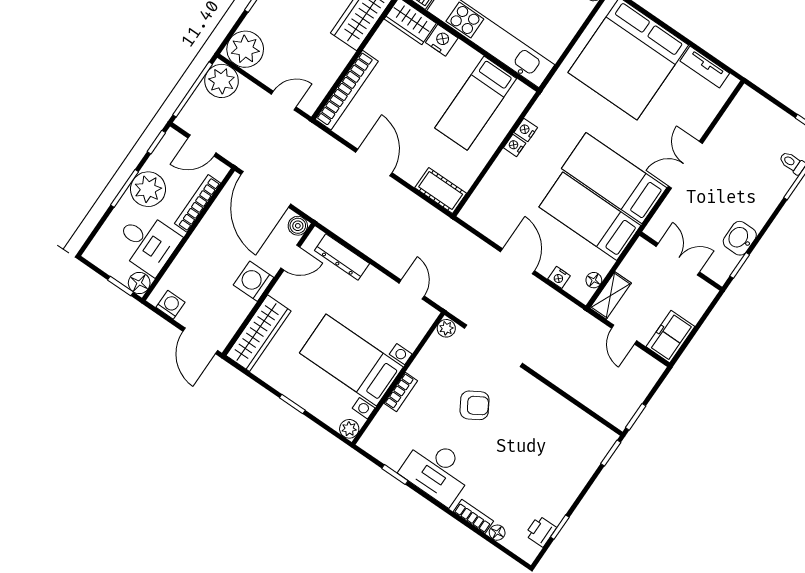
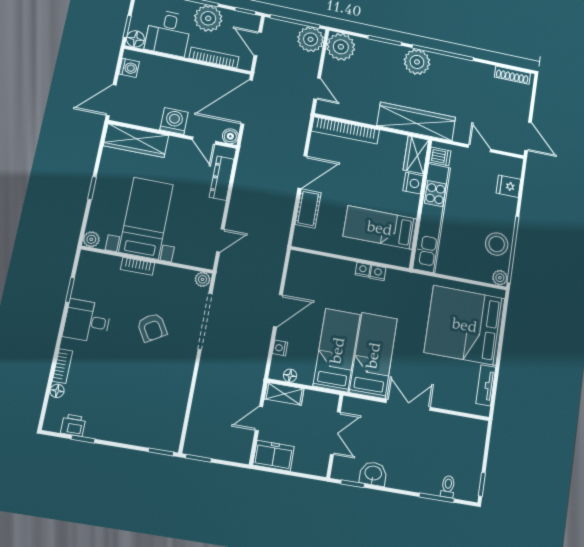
cot: (441, 191) -> (308, 209), moved
desk: (437, 471) -> (87, 321), width x0.73

